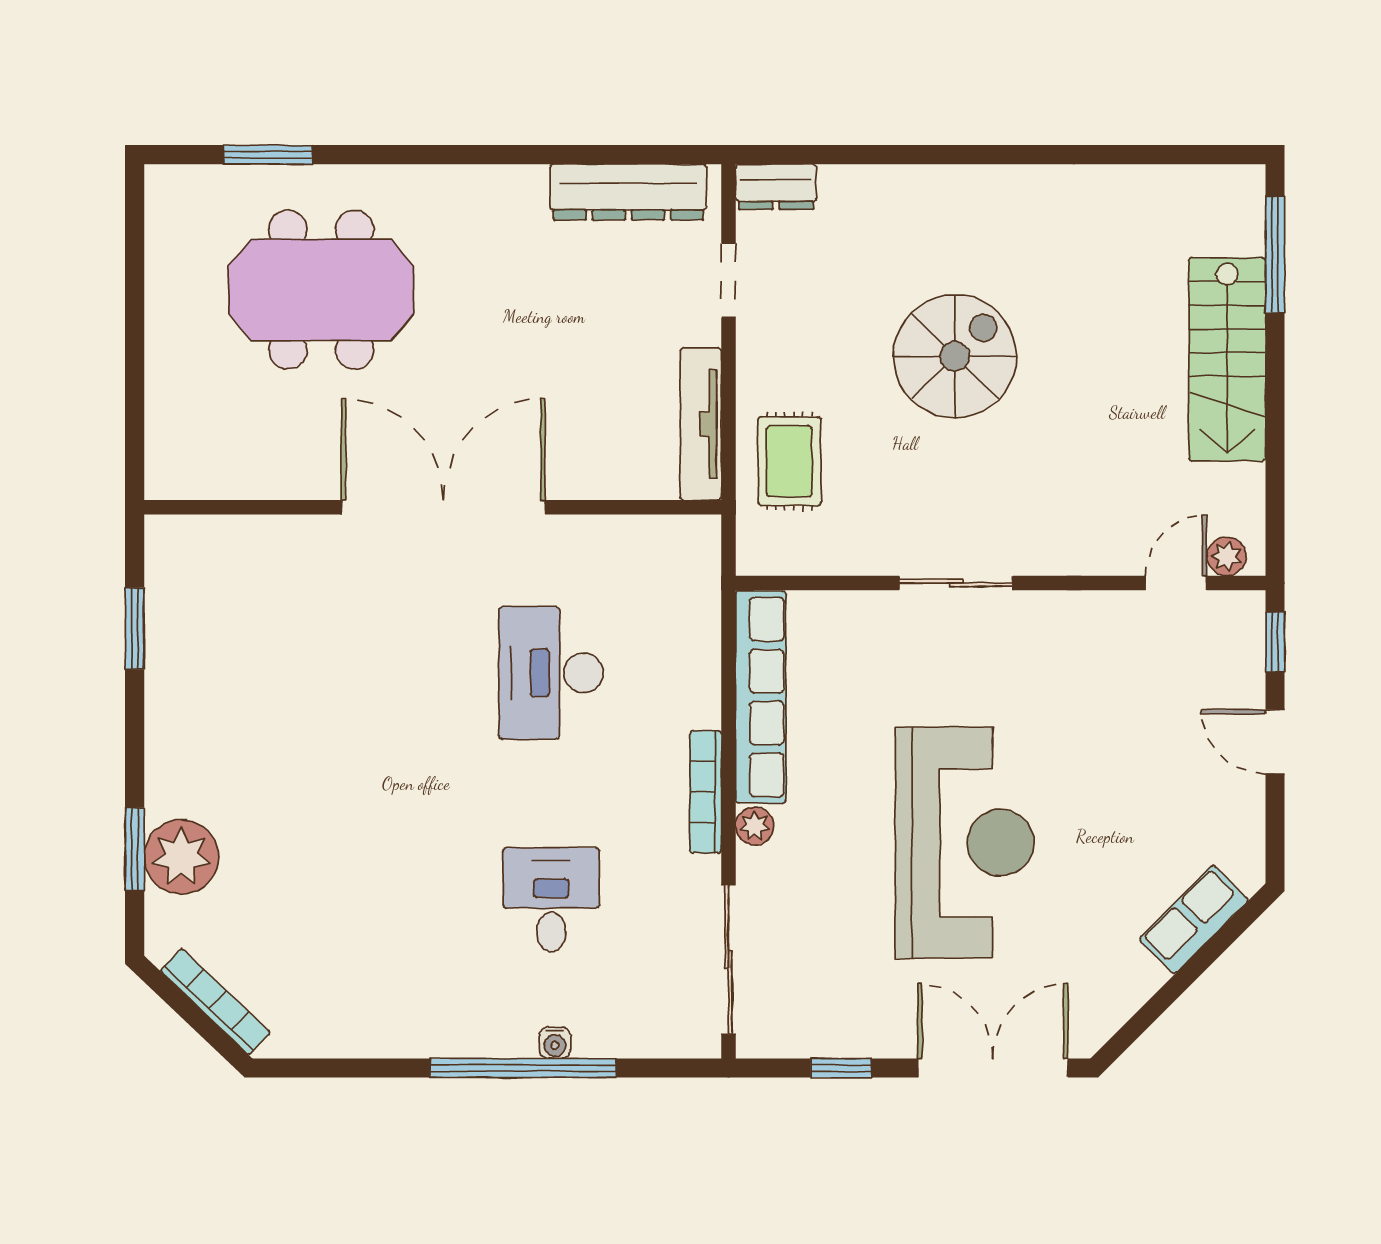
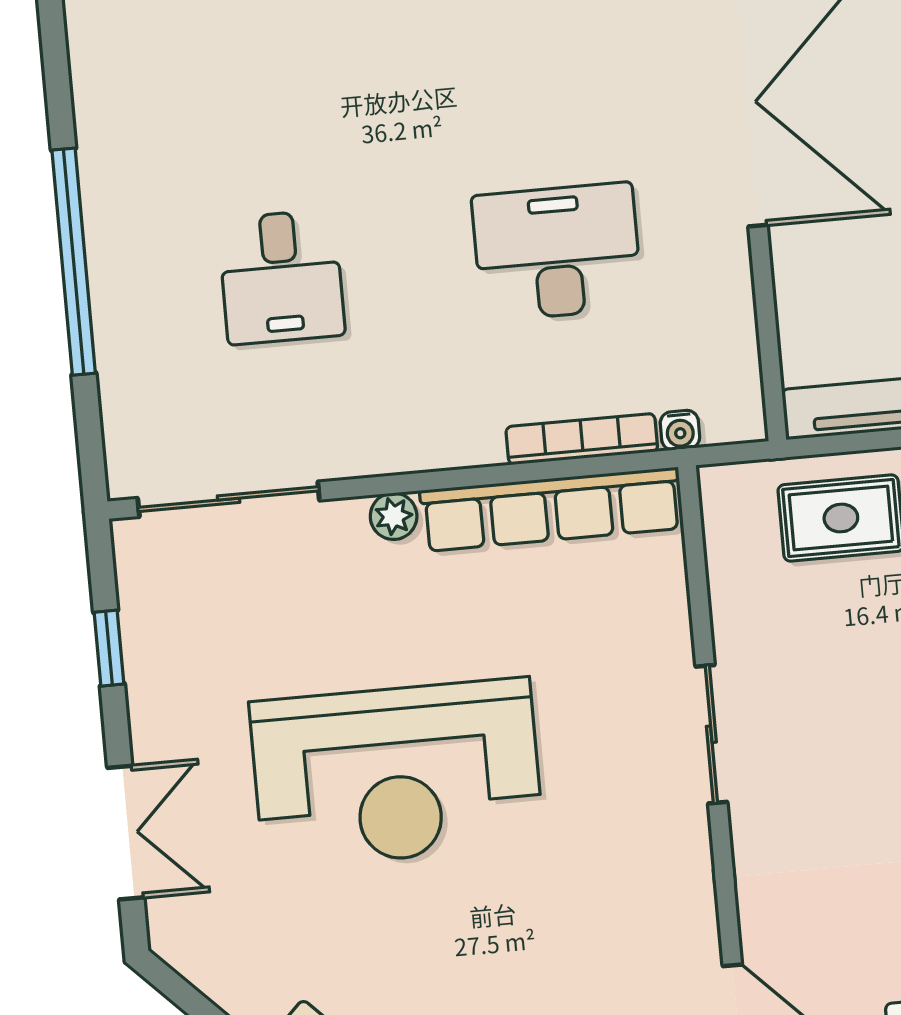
bookcase: (706, 792) -> (582, 439), moved
desk: (551, 900) -> (281, 277), turned 90
water cooler: (555, 1043) -> (680, 430), moved, turned -90
double door: (993, 1068) -> (126, 833), width x0.73

